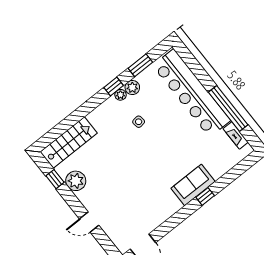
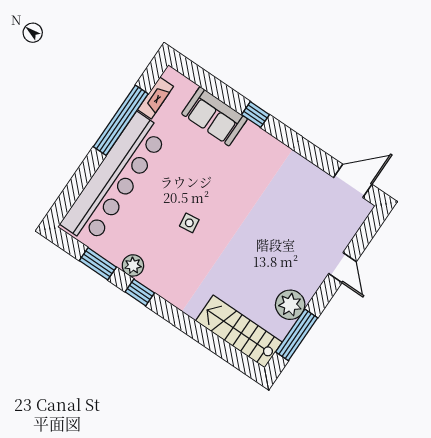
plant: (120, 95) -> (149, 279), removed
side table: (139, 122) -> (189, 223), moved
window: (55, 179) -> (297, 335), width x2.17
sofa: (193, 185) -> (215, 116), moved

